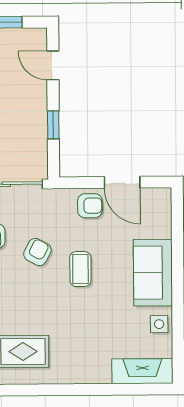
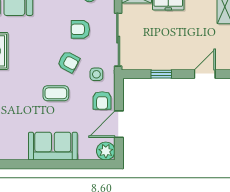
plant: (159, 200) -> (106, 151), added
side table: (159, 324) -> (96, 74), moved

